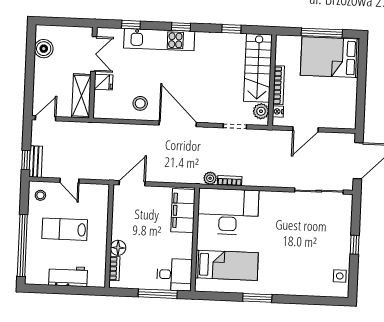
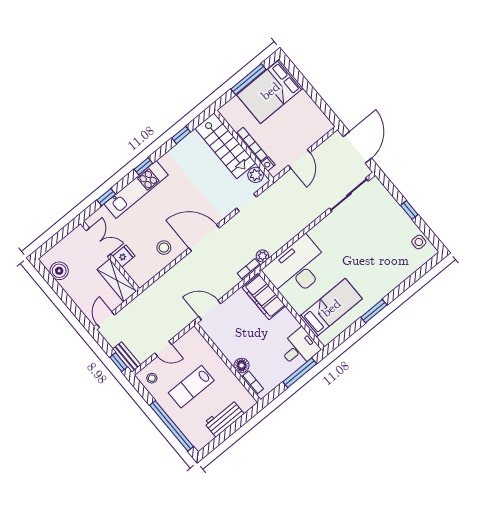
bookcase: (230, 181) -> (249, 269), moved
door: (132, 183) -> (210, 310), hinge flipped

